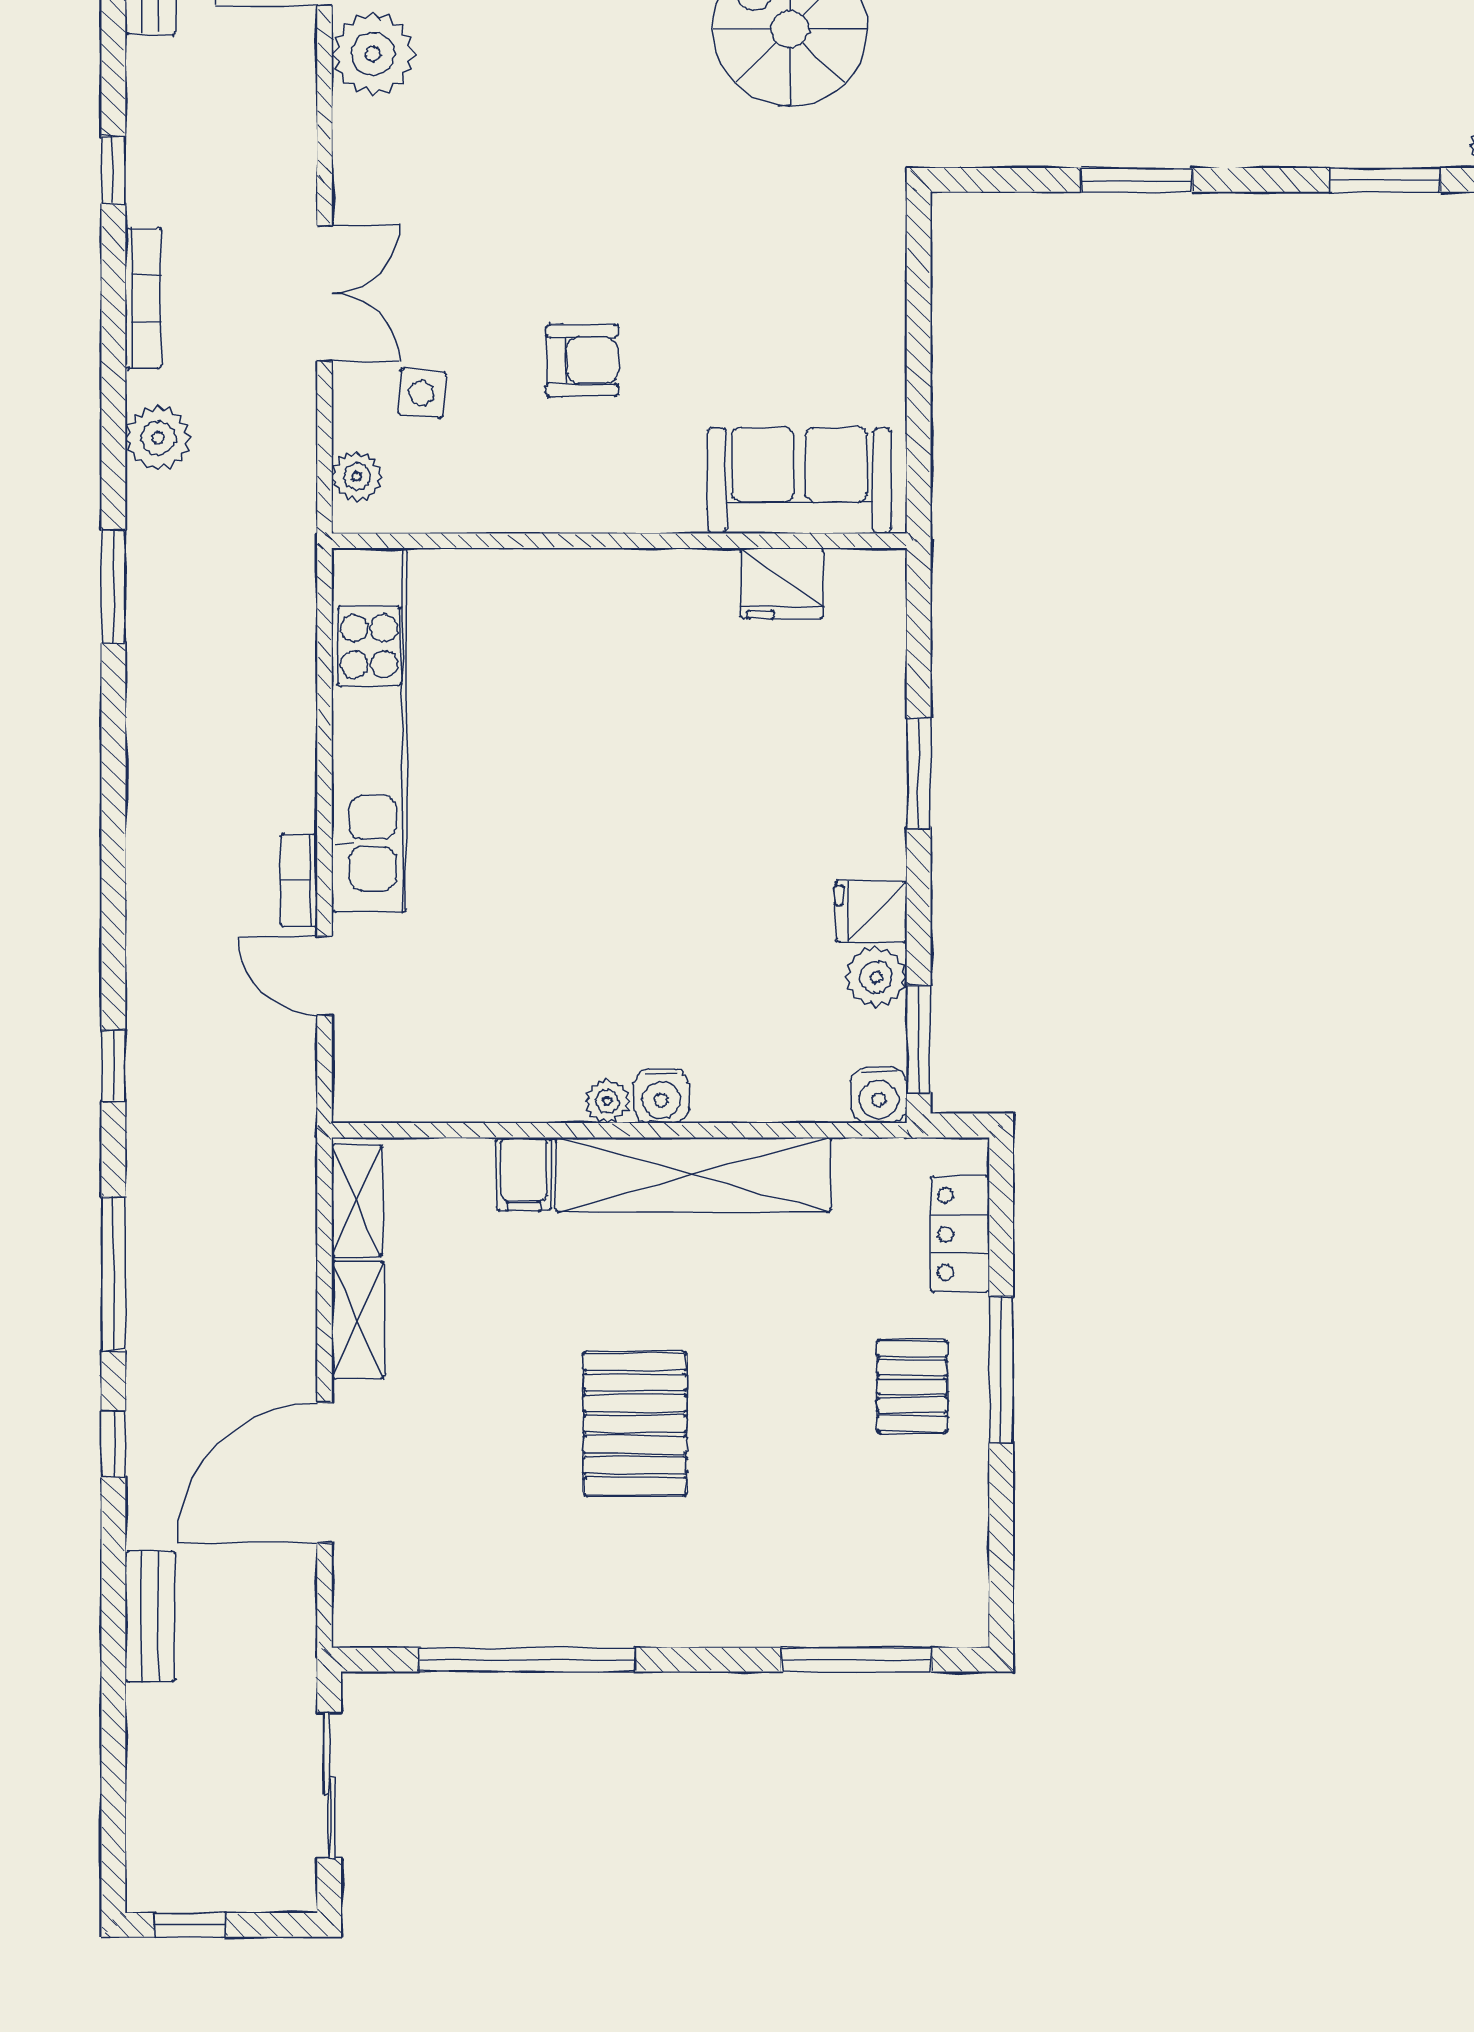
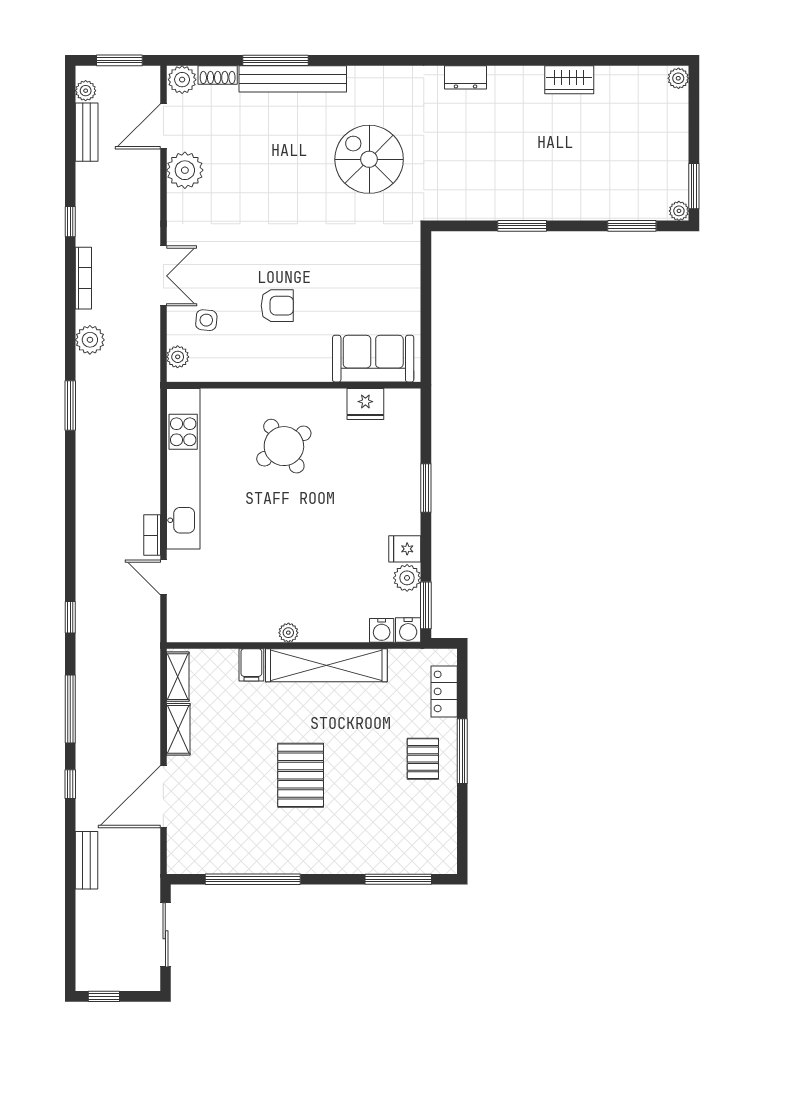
round table: (597, 679) -> (284, 446), added
water cooler: (661, 1096) -> (382, 630), moved

